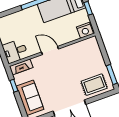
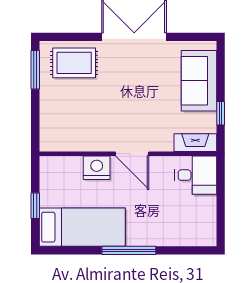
nightstand: (85, 30) -> (97, 168), moved

